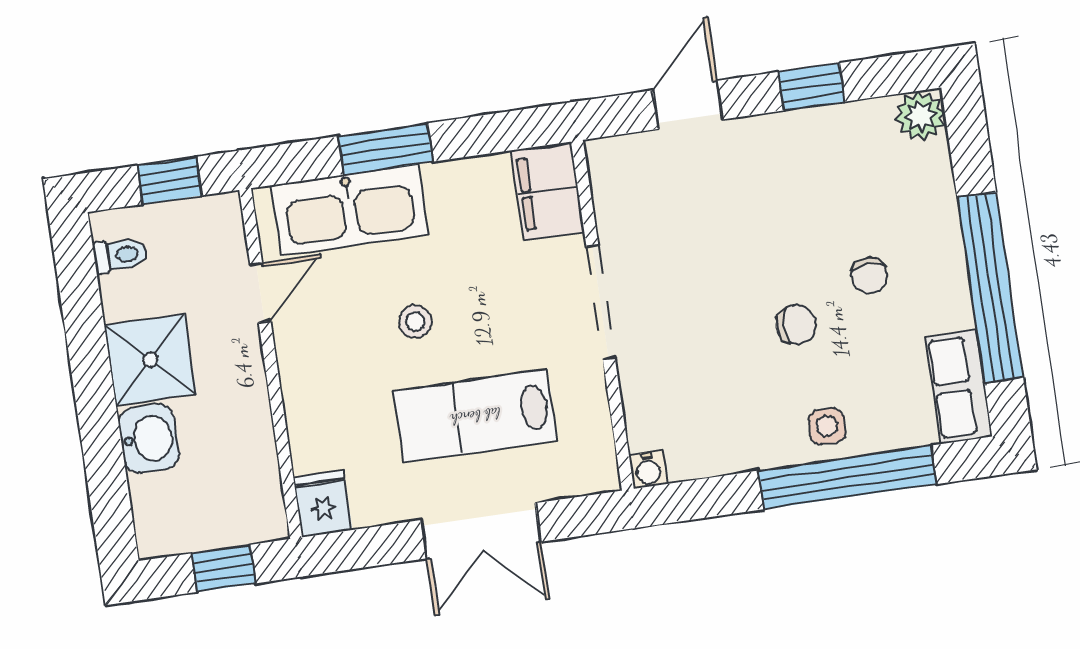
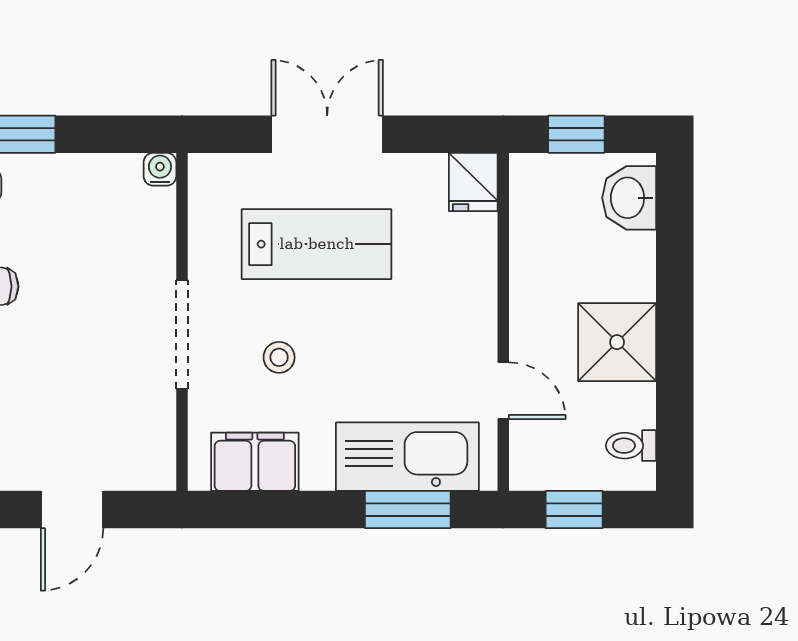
window: (386, 149) -> (408, 510), moved
filing cabinet: (548, 191) -> (255, 462), moved, turned -90
door: (260, 293) -> (503, 391), swing flipped
stool: (415, 322) -> (279, 357), moved
washbasin: (149, 439) -> (629, 198), moved

